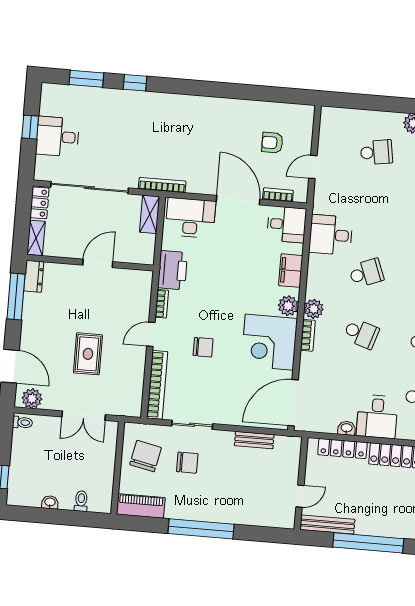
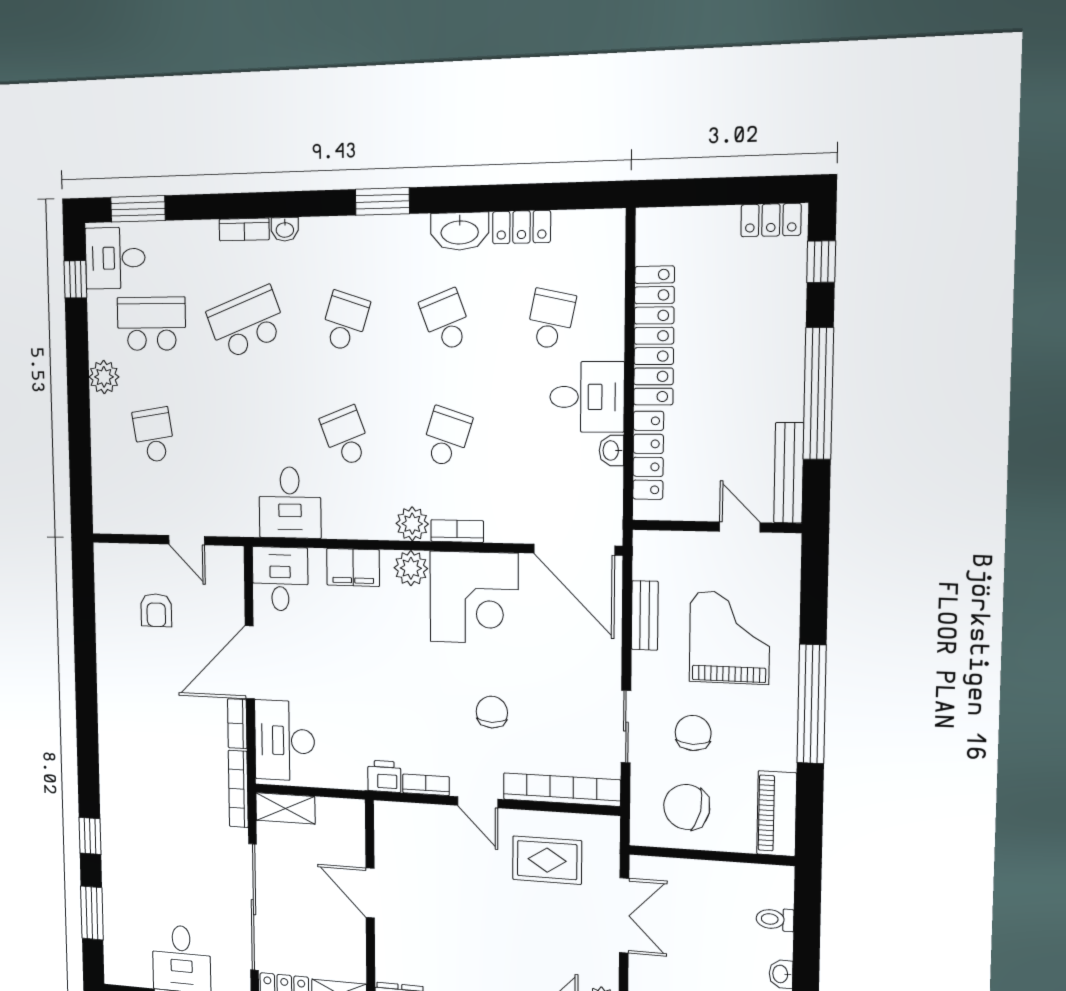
bookcase: (278, 195) -> (237, 724), moved
printer: (173, 270) -> (384, 776), width x0.53, depth x0.68
rug: (88, 354) -> (547, 860), moved
grand piano: (240, 486) -> (729, 638), added

